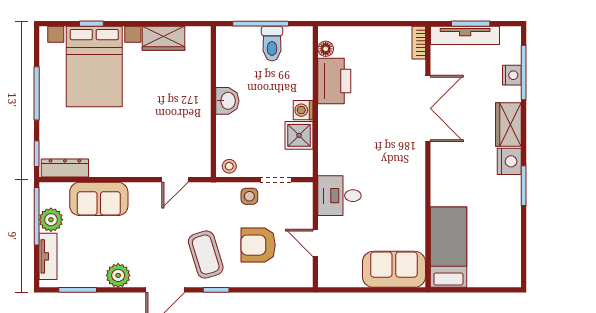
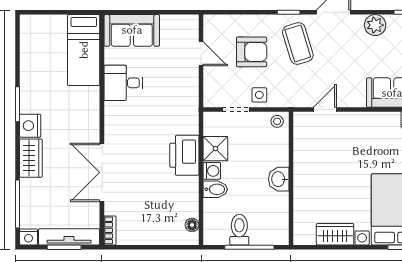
nightstand: (512, 75) -> (28, 237), moved, turned -90
printer: (334, 81) -> (184, 155), moved
bidet: (299, 89) -> (215, 189), added
desk: (339, 196) -> (123, 83), moved, turned 180

